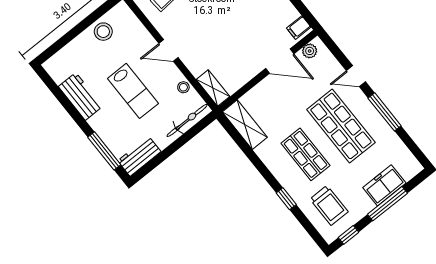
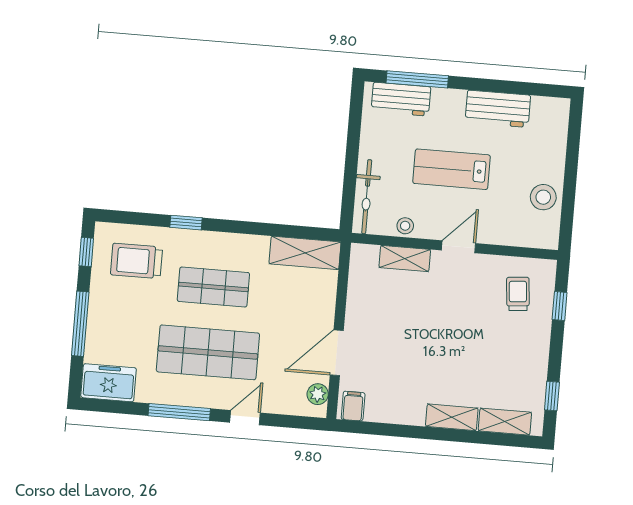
shelving: (213, 88) -> (405, 258), moved
workbench: (139, 156) -> (401, 99), moved, turned 90
freezer: (384, 185) -> (109, 383), moved, turned -90

